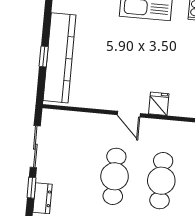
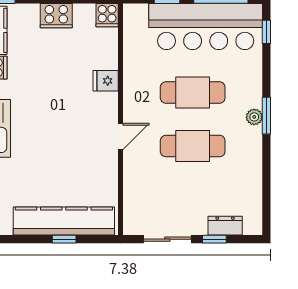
fridge: (159, 104) -> (106, 81), moved

